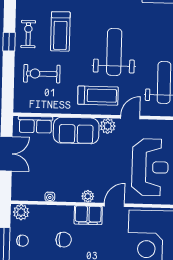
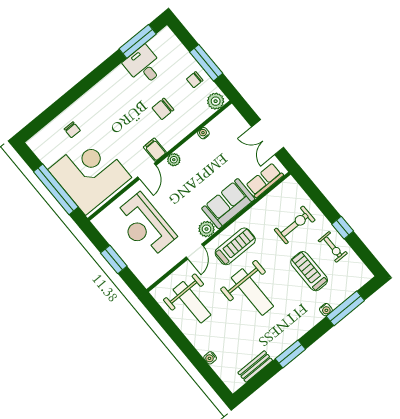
treadmill: (98, 96) -> (235, 246), turned 180
filing cabinet: (88, 215) -> (155, 150), width x0.50

